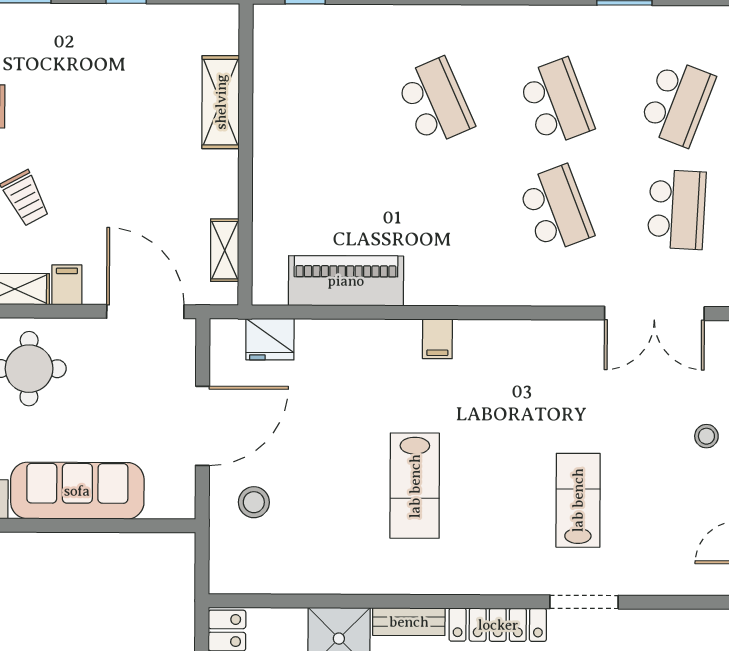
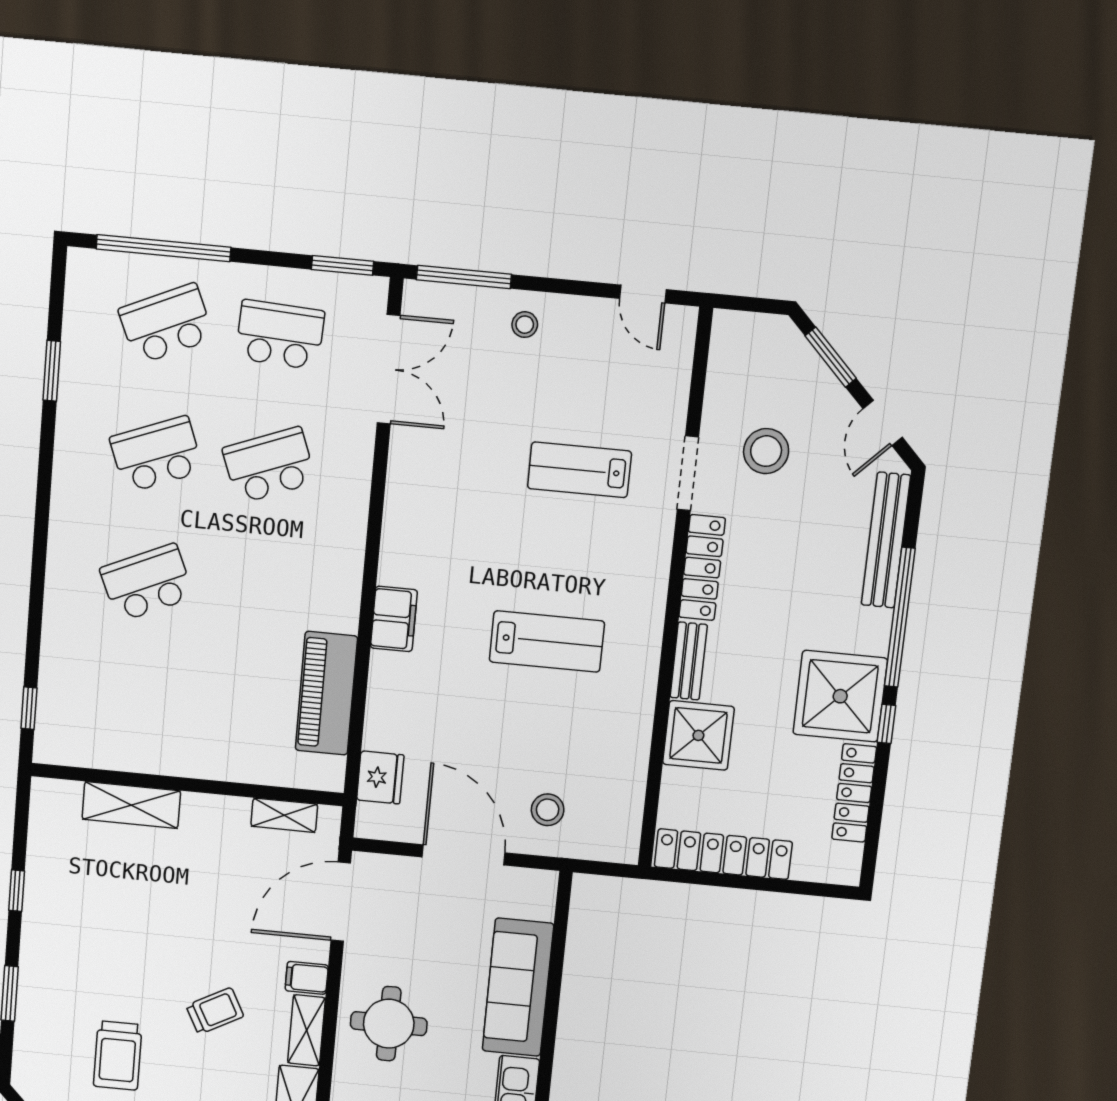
school desk: (677, 103) -> (166, 324), turned -45
filing cabinet: (437, 339) -> (394, 619), width x2.00

